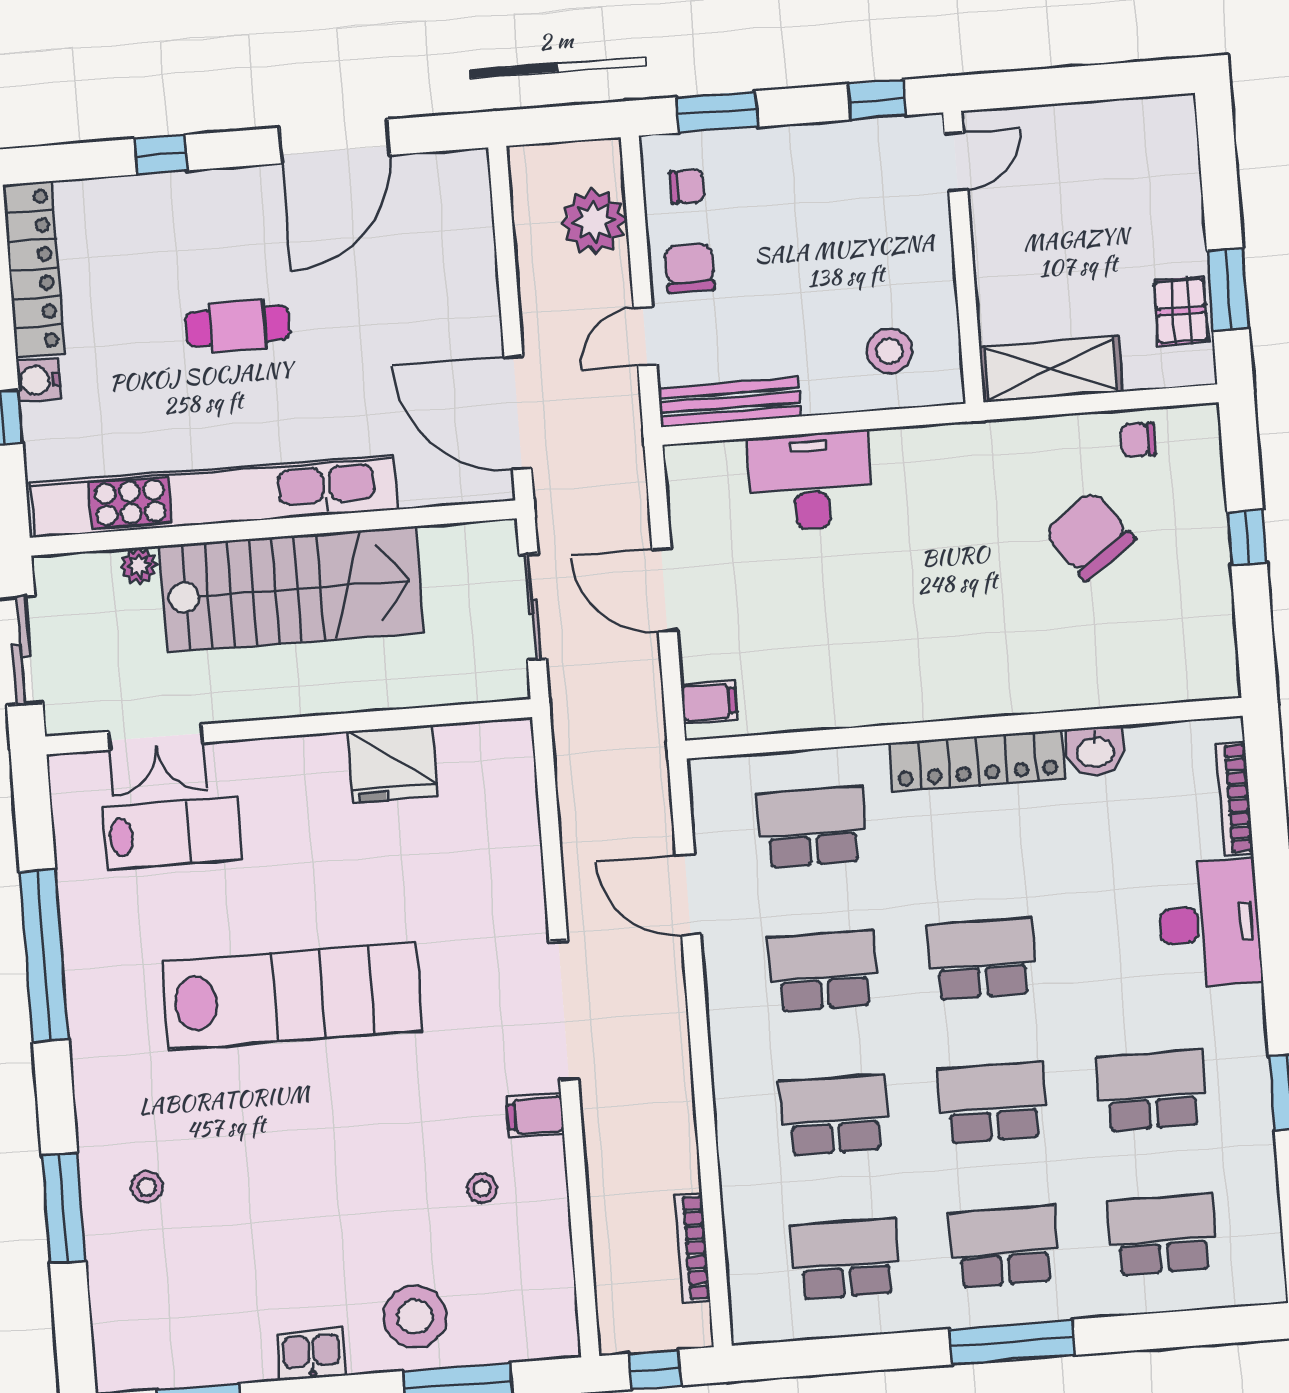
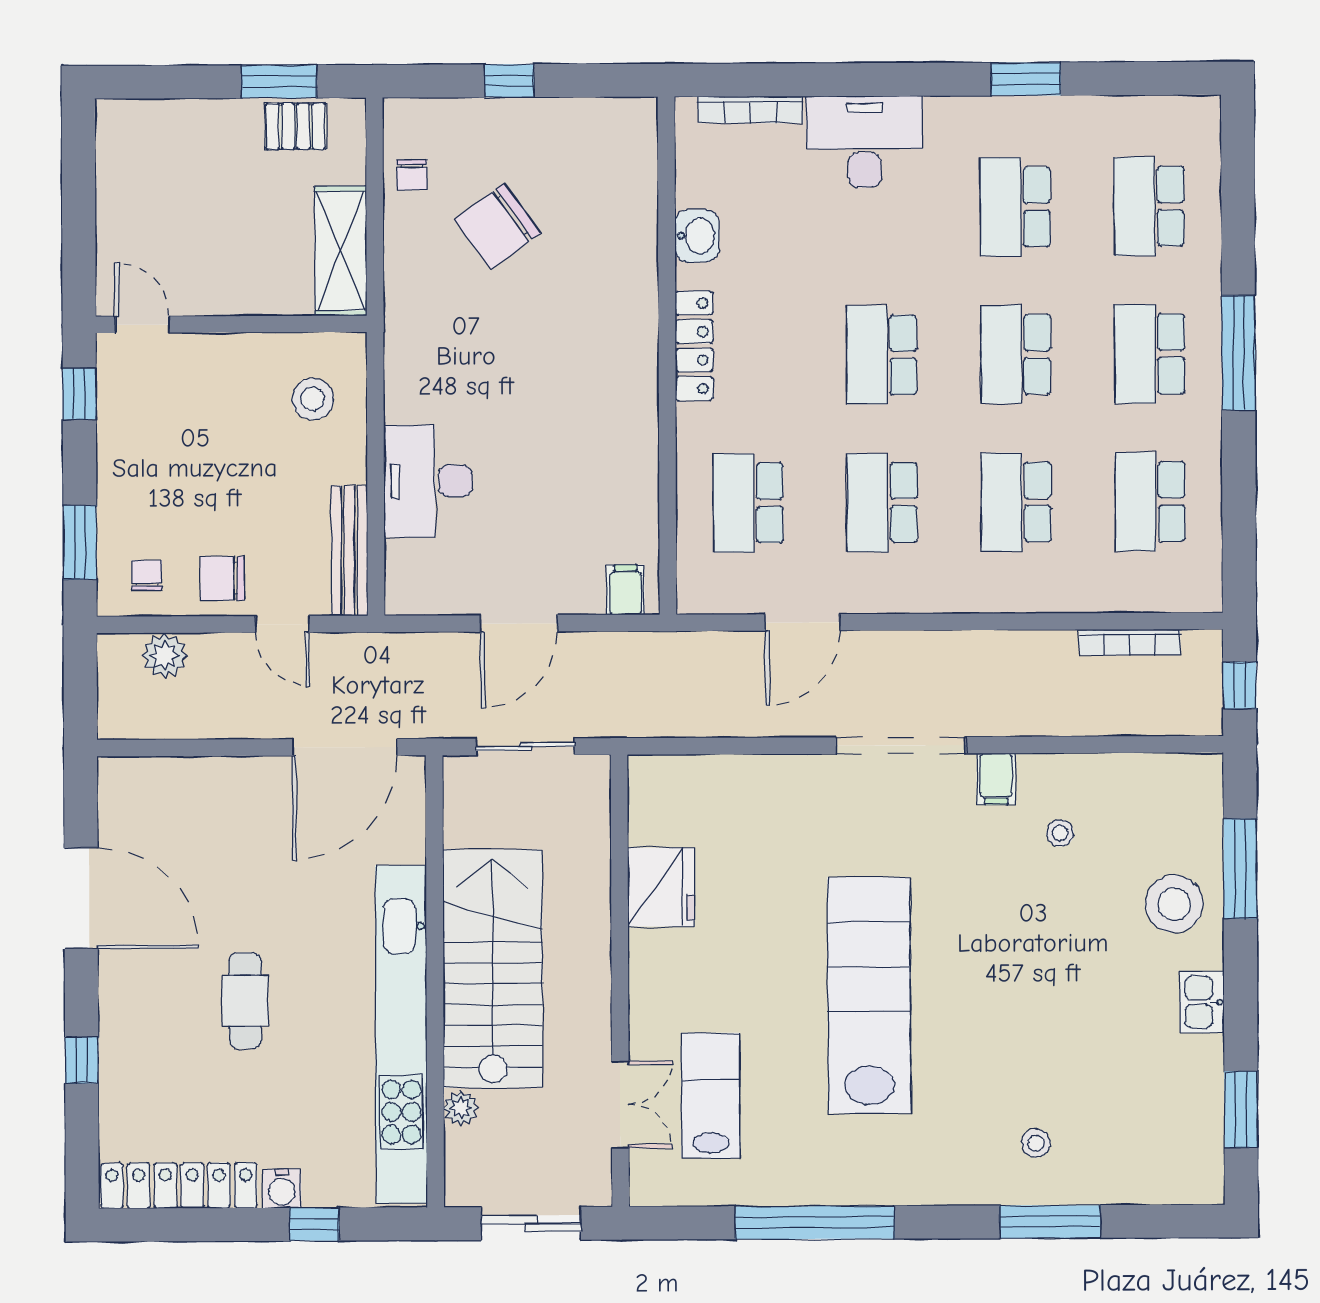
plant: (594, 222) -> (165, 655), width x0.73, depth x0.73
locker: (977, 761) -> (694, 346), width x0.71, depth x0.83

